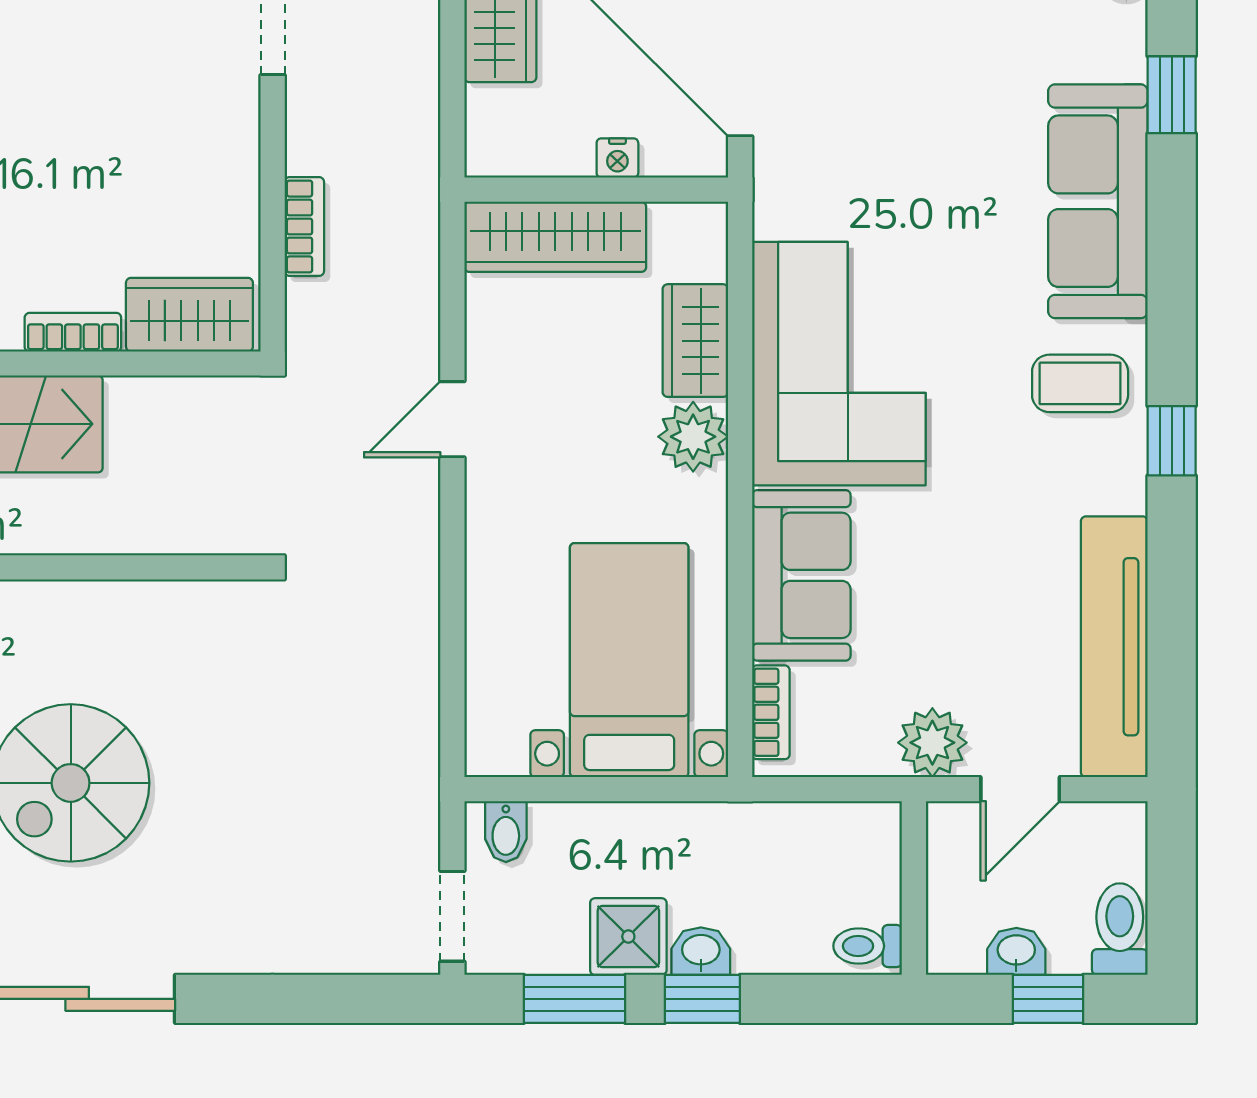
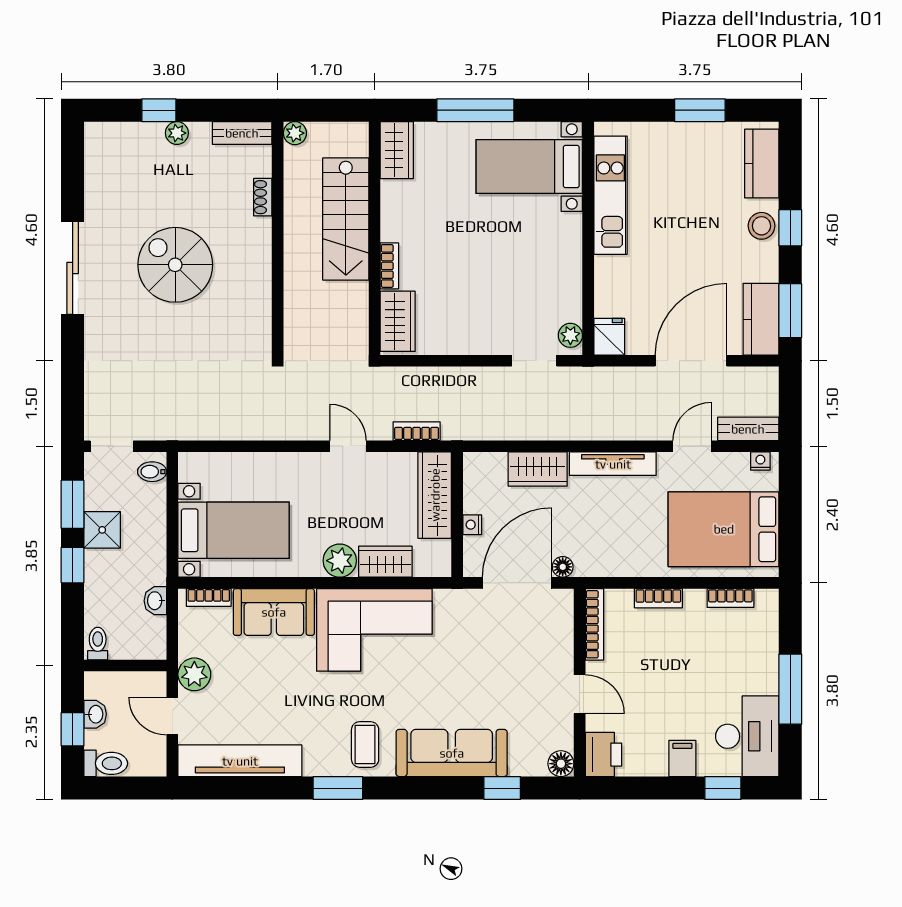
bookcase: (304, 226) -> (417, 431), moved, turned 180
window: (1172, 441) -> (338, 788), width x1.50
washbasin: (701, 951) -> (155, 601), moved, turned 180

